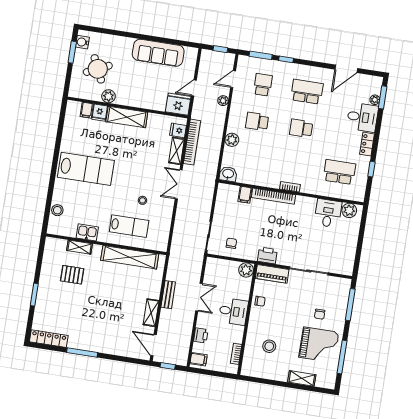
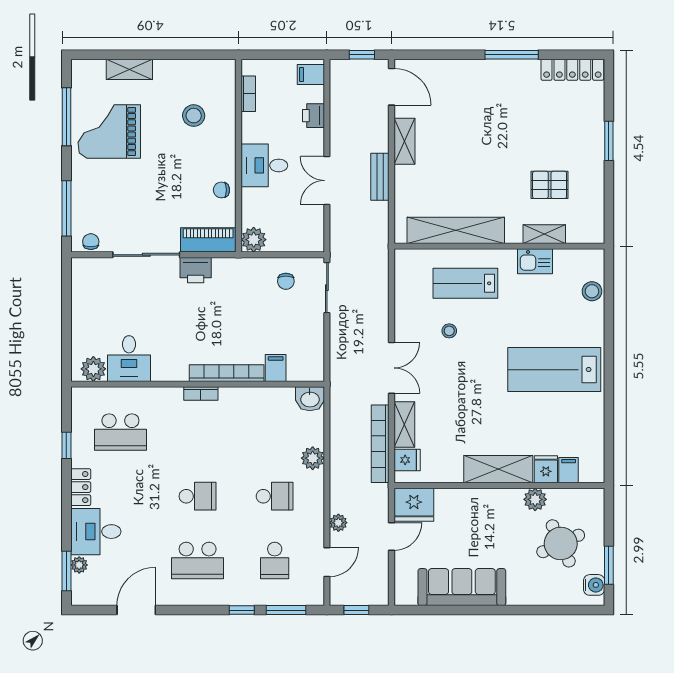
printer: (267, 255) -> (196, 270), moved
chair: (320, 314) -> (91, 242), moved

